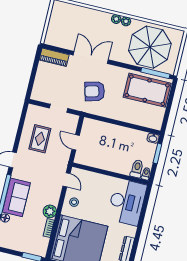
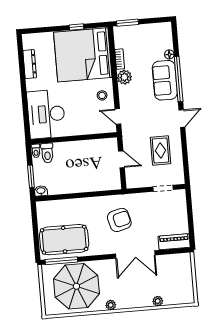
plant: (116, 19) -> (158, 301), moved
doorway: (58, 108) -> (163, 188), moved

